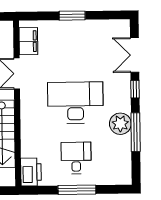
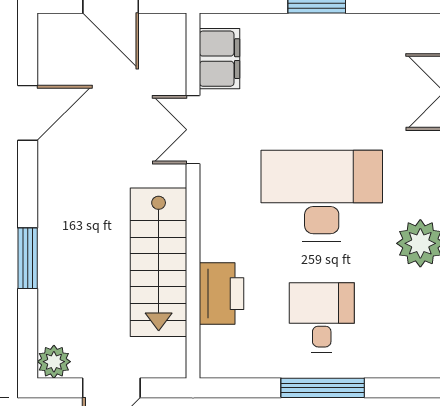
printer: (31, 172) -> (221, 294), moved

